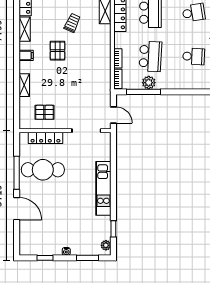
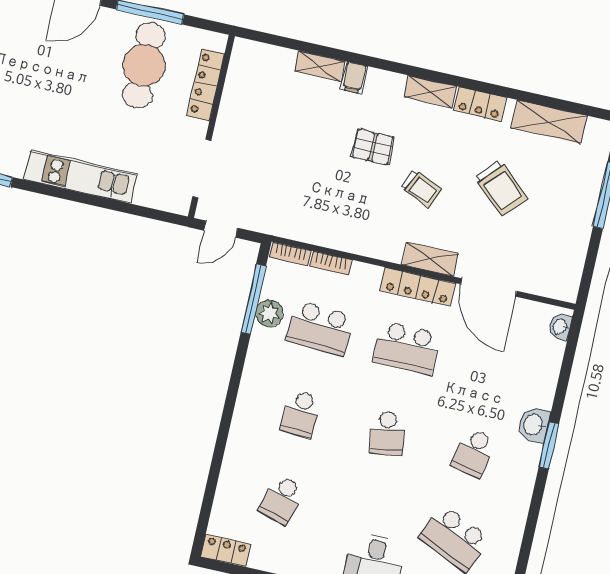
filing cabinet: (26, 55) -> (354, 78), moved
pallet: (44, 112) -> (257, 94), removed

